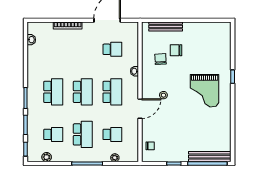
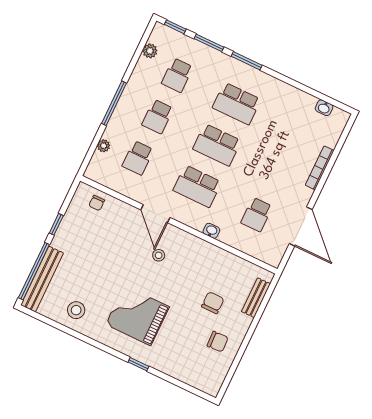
bench: (166, 27) -> (256, 298), width x0.73
chair: (160, 59) -> (218, 342), moved
stool: (218, 128) -> (76, 310), added
school desk: (83, 134) -> (158, 117), width x0.54

